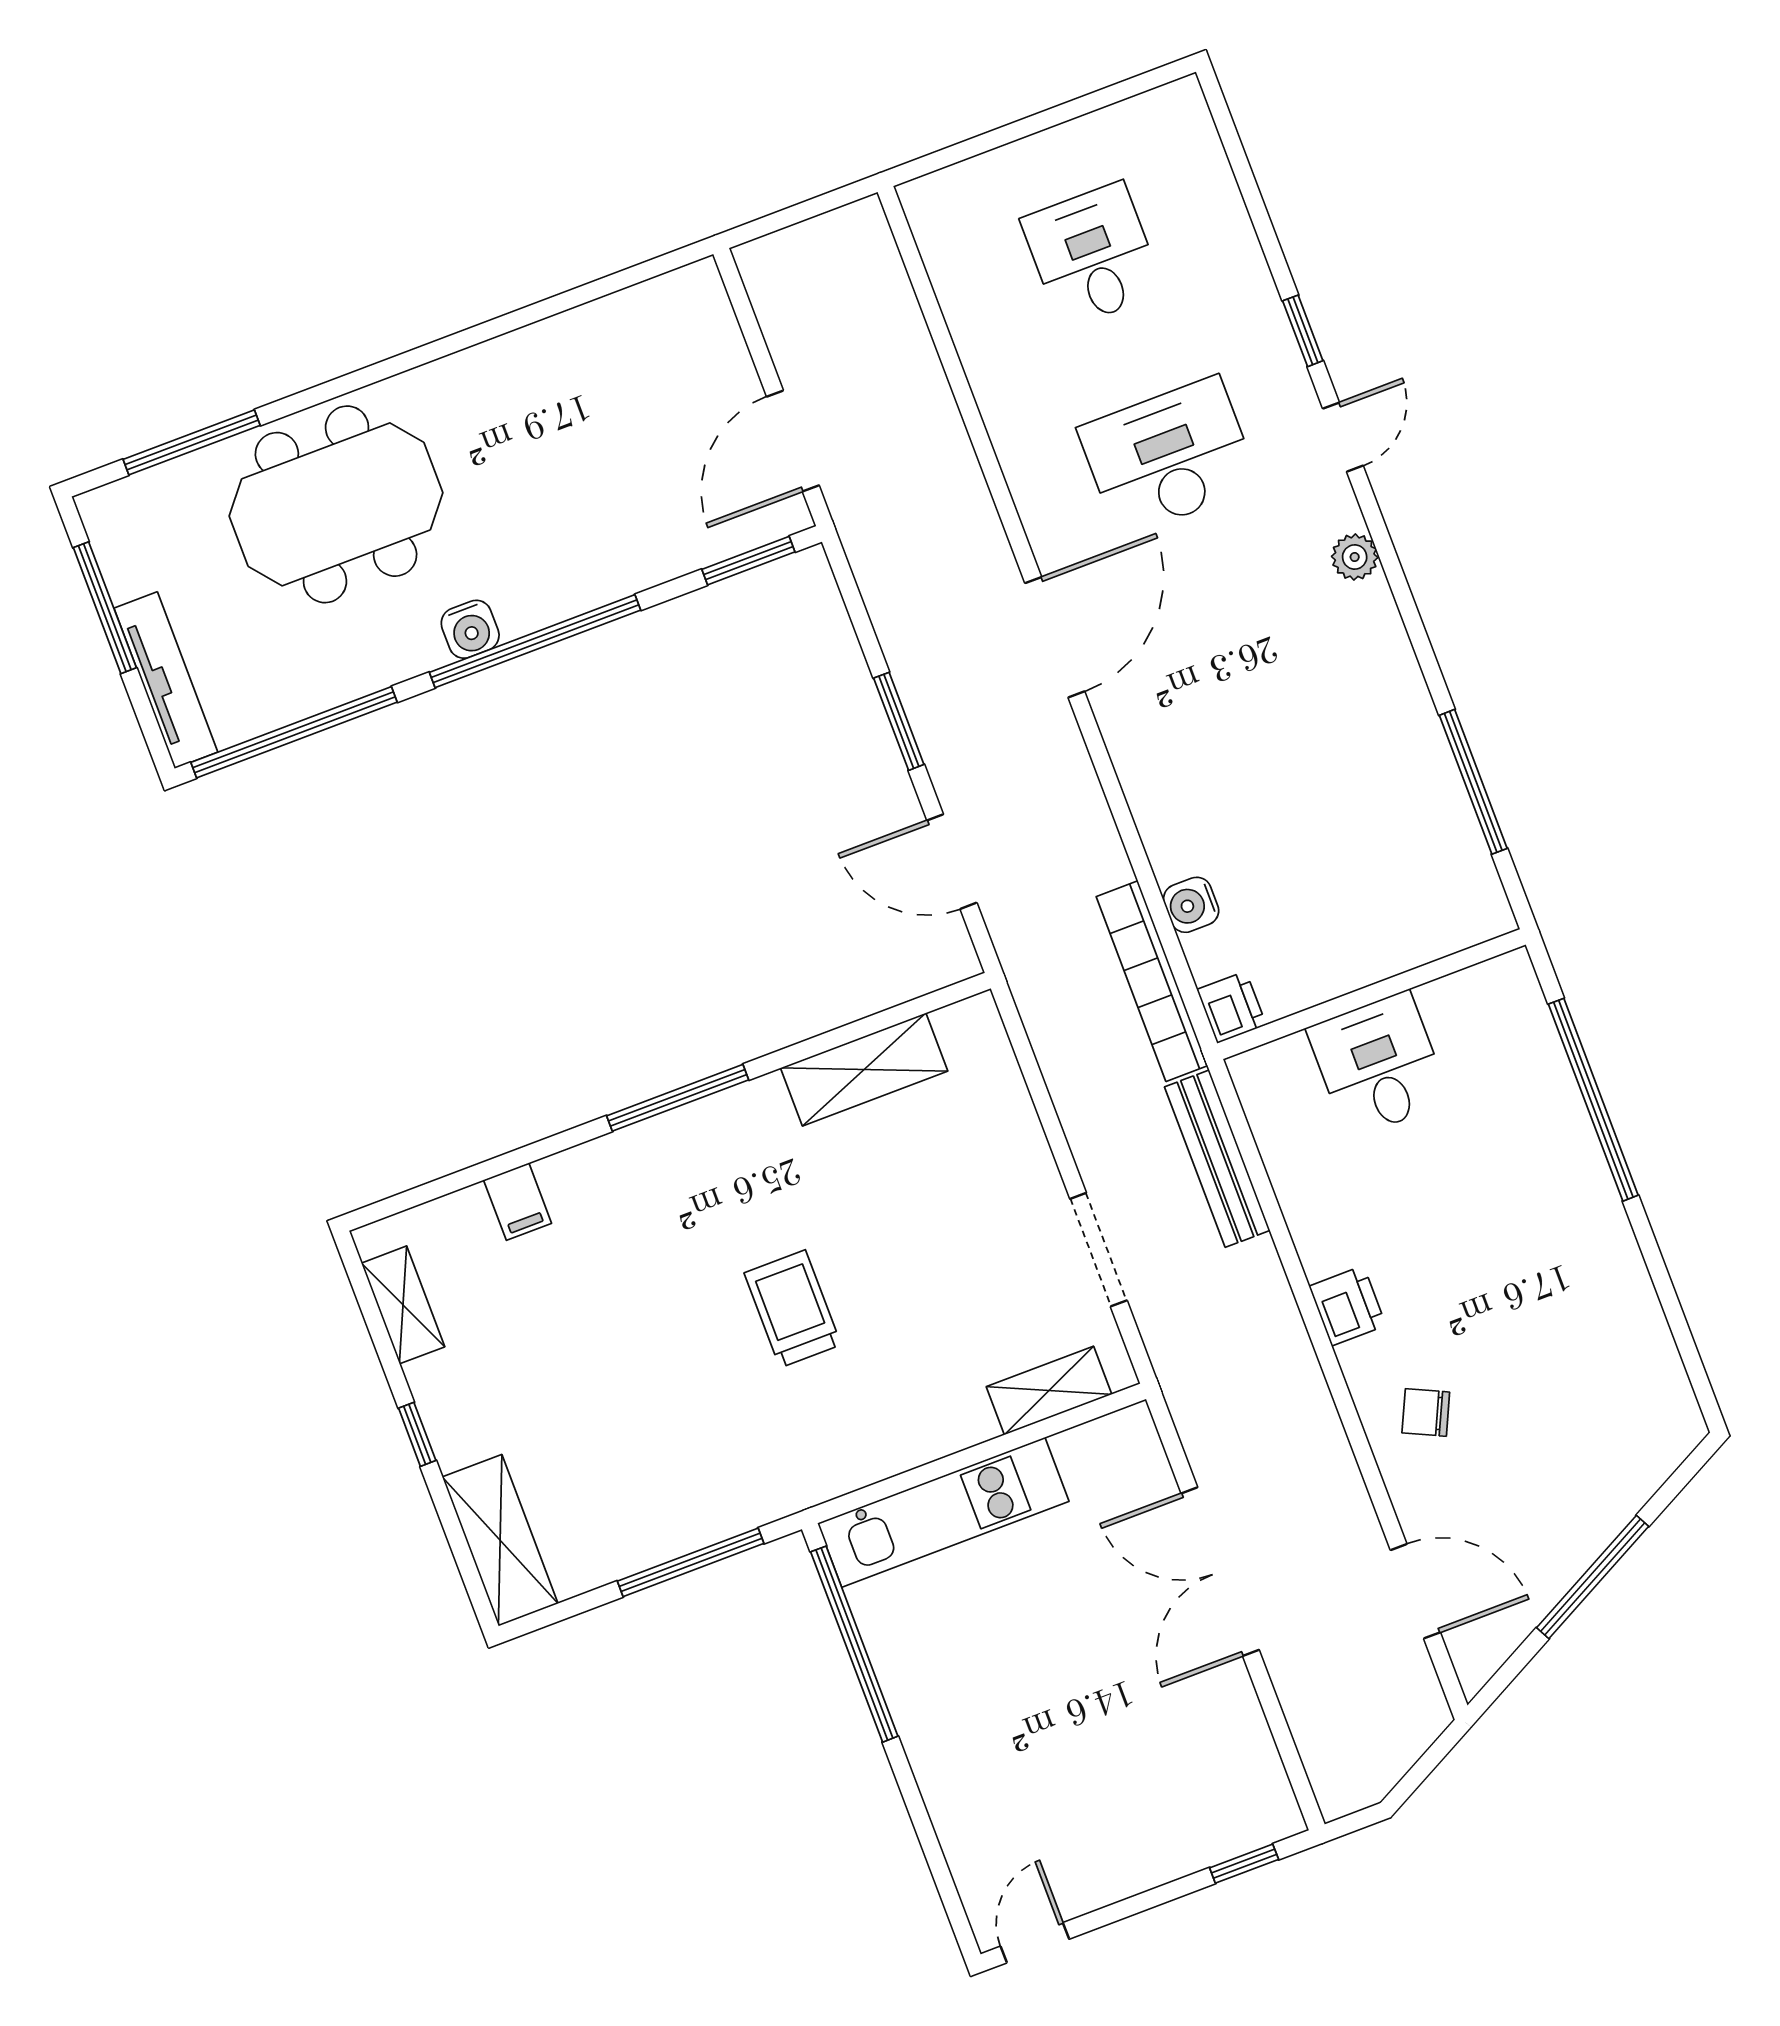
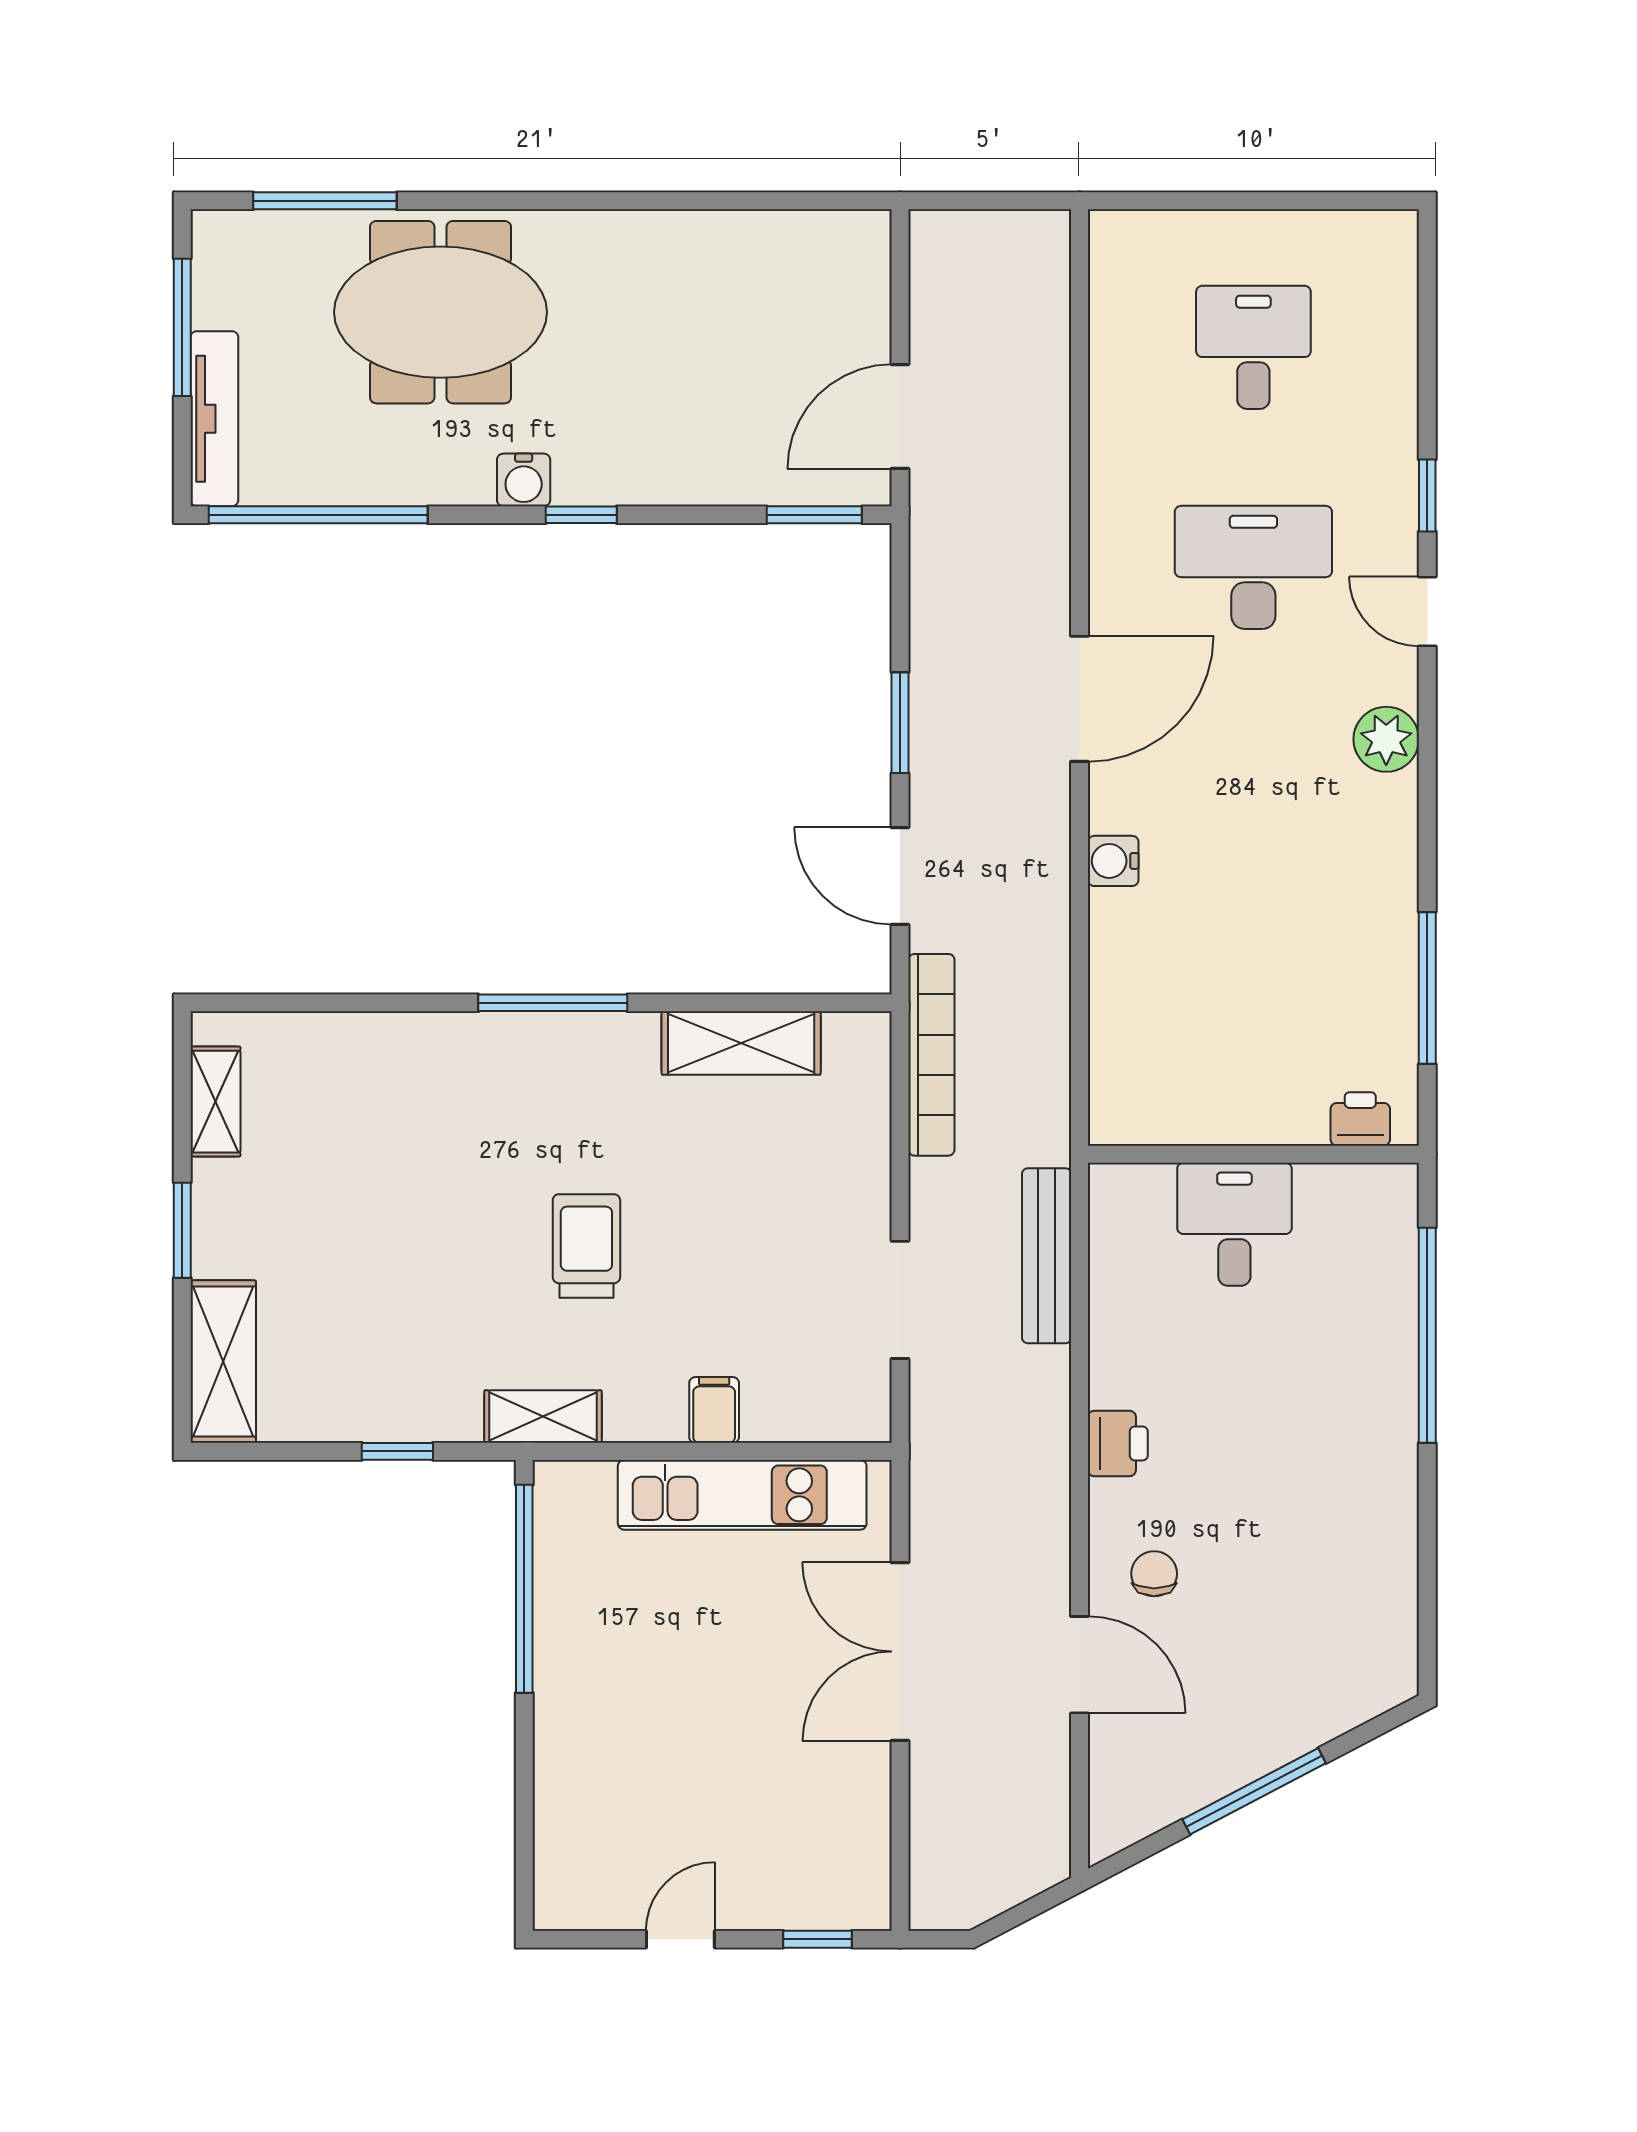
door: (1343, 437) -> (1427, 612), swing flipped
plant: (1355, 557) -> (1386, 739), width x1.38, depth x1.38
window: (535, 641) -> (581, 515), width x0.32
water cooler: (1191, 905) -> (1113, 861), moved
bookcase: (1152, 981) -> (931, 1055), moved, turned 180
printer: (1232, 1007) -> (1360, 1119), moved, turned -90
filing cabinet: (518, 1202) -> (714, 1410), moved, turned 180
shelving: (1049, 1390) -> (543, 1417), moved
chair: (1426, 1412) -> (1154, 1574), turned 65
window: (417, 1434) -> (182, 1230), width x1.50
kitchen unit: (943, 1512) -> (742, 1495), moved
window: (691, 1562) -> (397, 1451), width x0.46
door: (1415, 1591) -> (1080, 1665), moved
door: (1035, 1943) -> (680, 1939), moved

